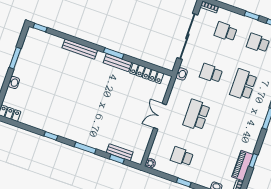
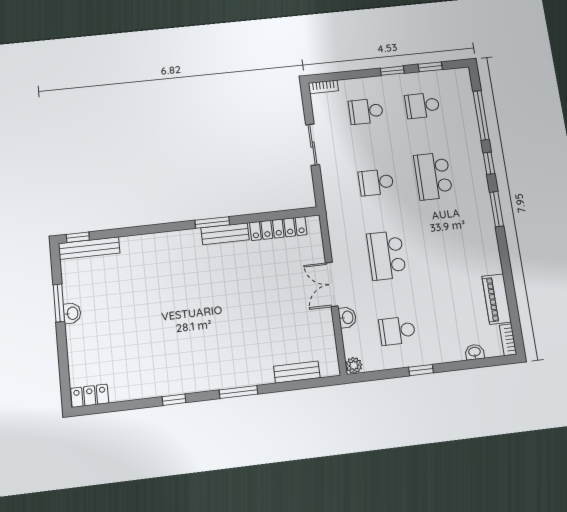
sliding door: (187, 36) -> (313, 145), width x0.54
bench: (80, 49) -> (89, 248), moved
washbasin: (182, 74) -> (347, 317), moved
washbasin: (14, 82) -> (72, 313), moved
window: (117, 159) -> (298, 385), removed
window: (253, 161) -> (509, 283), removed

